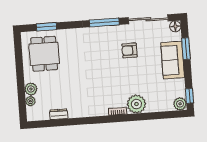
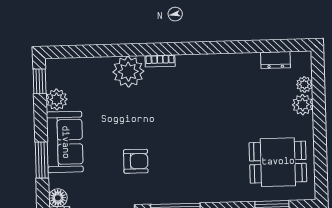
dining table: (44, 54) -> (278, 162), turned 90
plant: (180, 104) -> (57, 99), moved
dresser: (59, 114) -> (276, 60), moved

